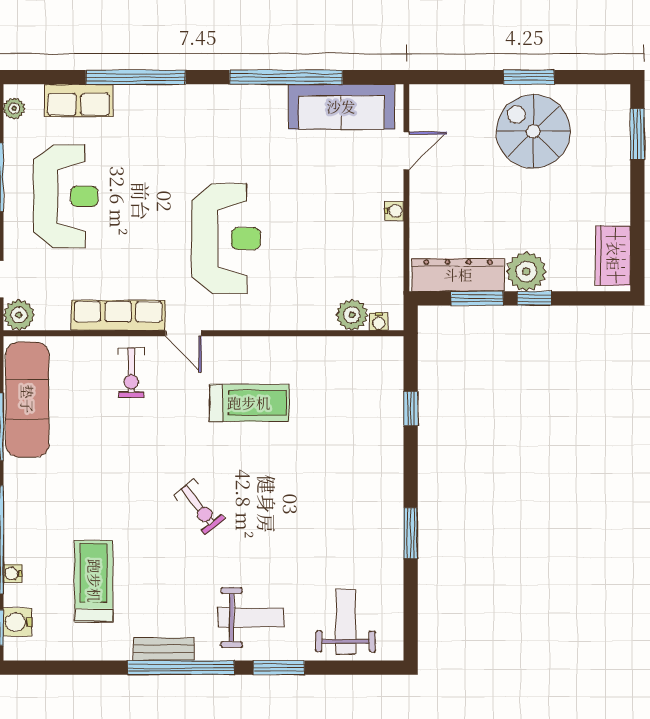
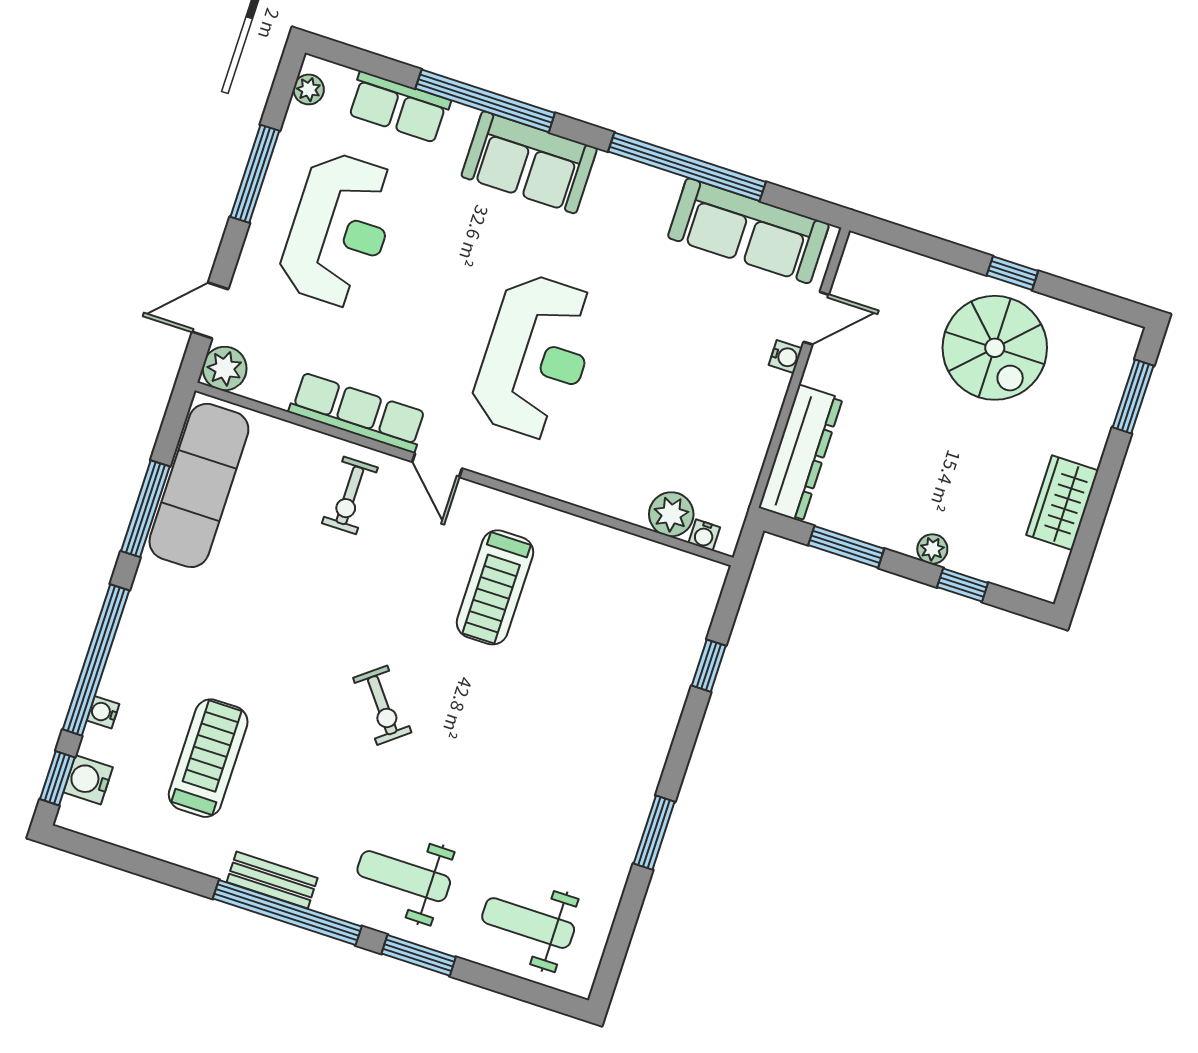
window: (529, 77) -> (1012, 273), width x0.67
sofa: (179, 109) -> (529, 162), added
spiral stairs: (533, 131) -> (995, 348), turned 180
water cooler: (394, 211) -> (785, 357), moved
wardrobe: (613, 256) -> (1062, 503), moved
plant: (526, 271) -> (932, 549), width x0.53, depth x0.53
dresser: (458, 275) -> (801, 453), moved, turned 90
window: (534, 298) -> (963, 585), moved
treadmill: (249, 403) -> (495, 587), turned 90
weight bench: (251, 618) -> (404, 876), turned 180
weight bench: (346, 622) -> (528, 923), turned -90

